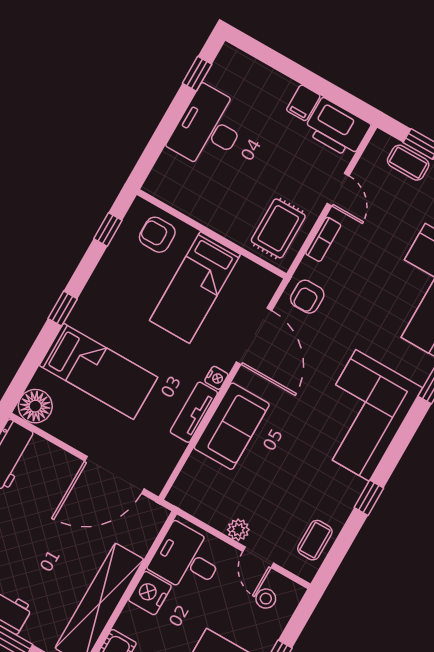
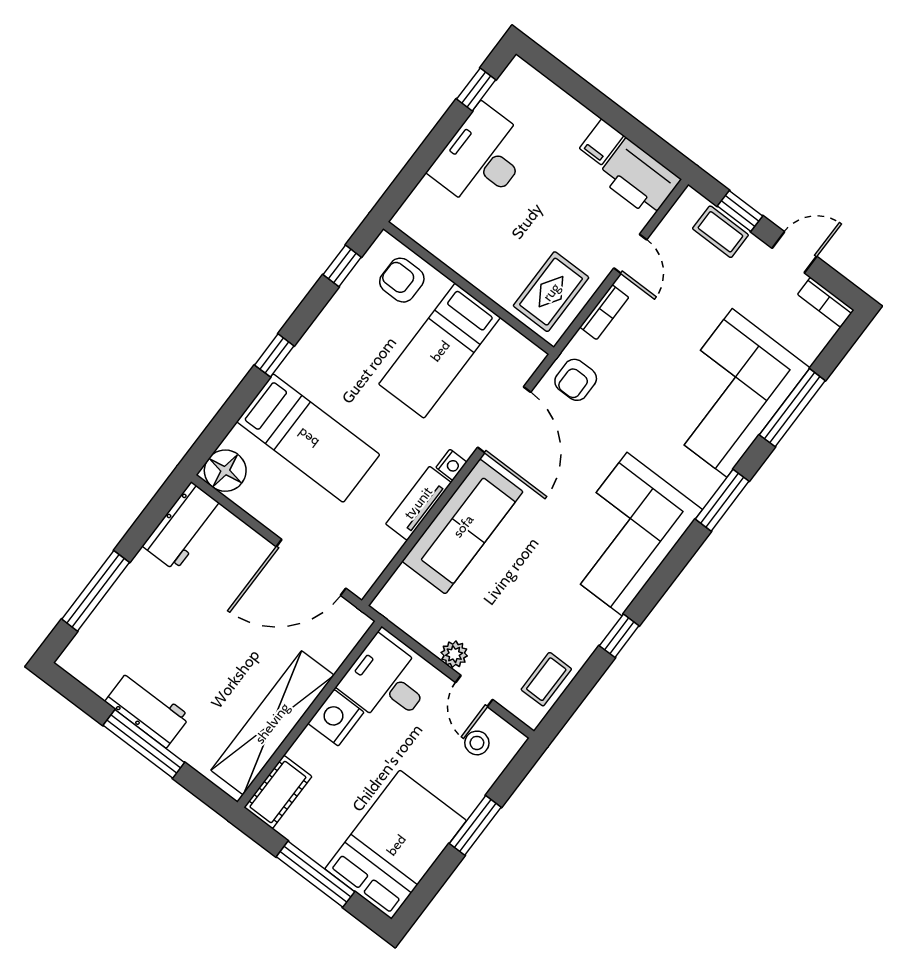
sofa: (232, 426) -> (463, 526), width x1.36

